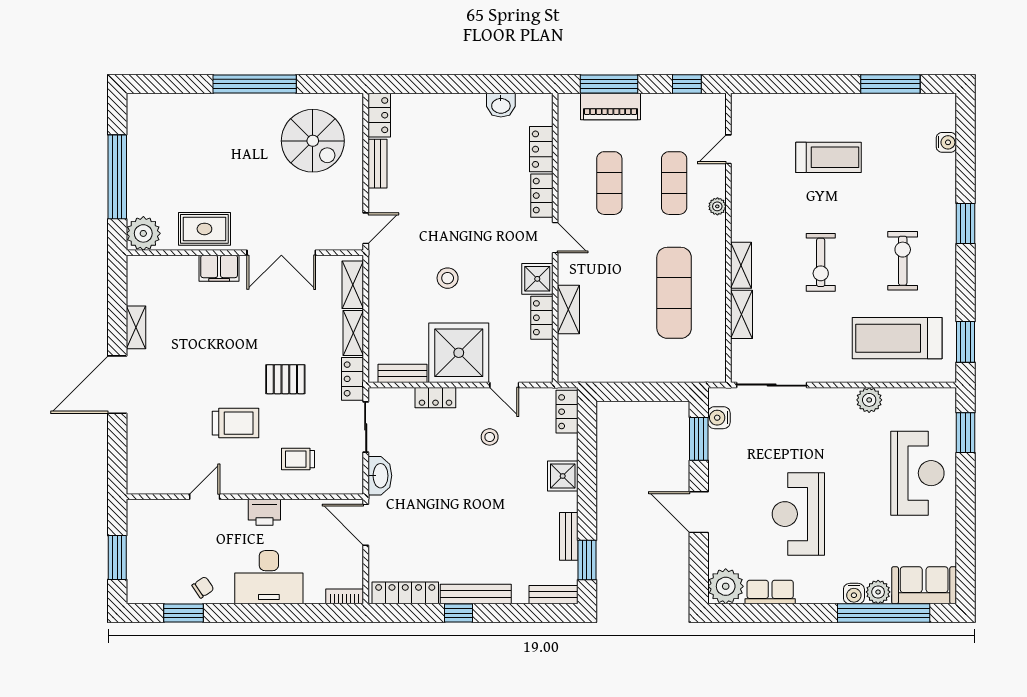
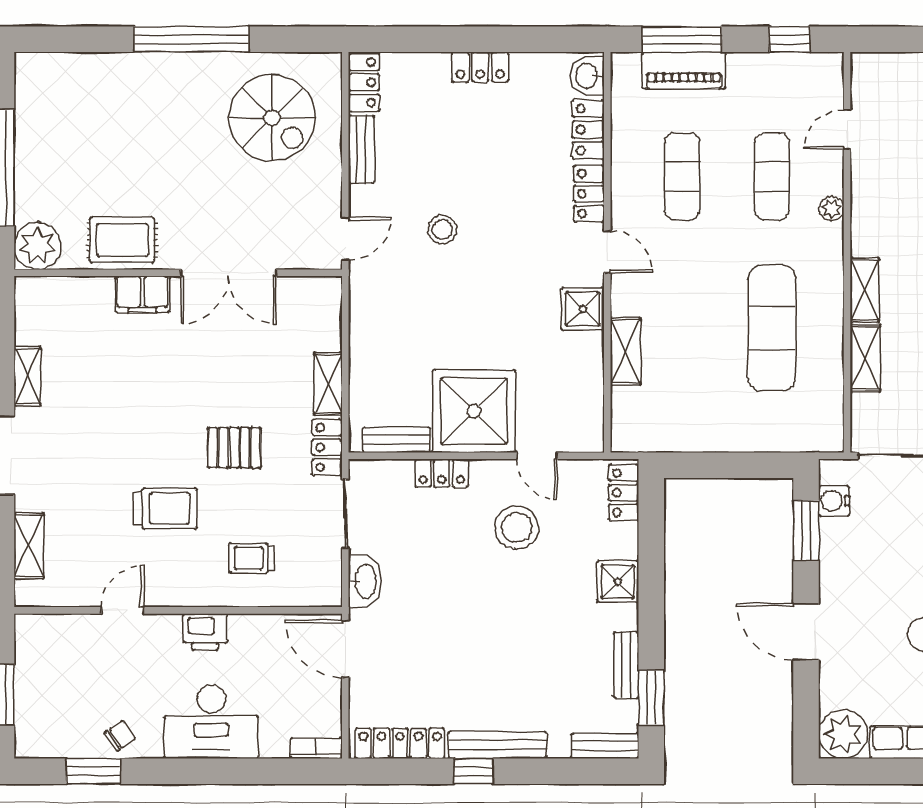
washbasin: (501, 105) -> (587, 76), moved, turned 90
stool: (448, 278) -> (442, 229), moved
shelving: (353, 285) -> (29, 546), moved
locker: (542, 318) -> (480, 67), moved, turned -90
stool: (490, 437) -> (517, 528), width x1.89, depth x1.89

